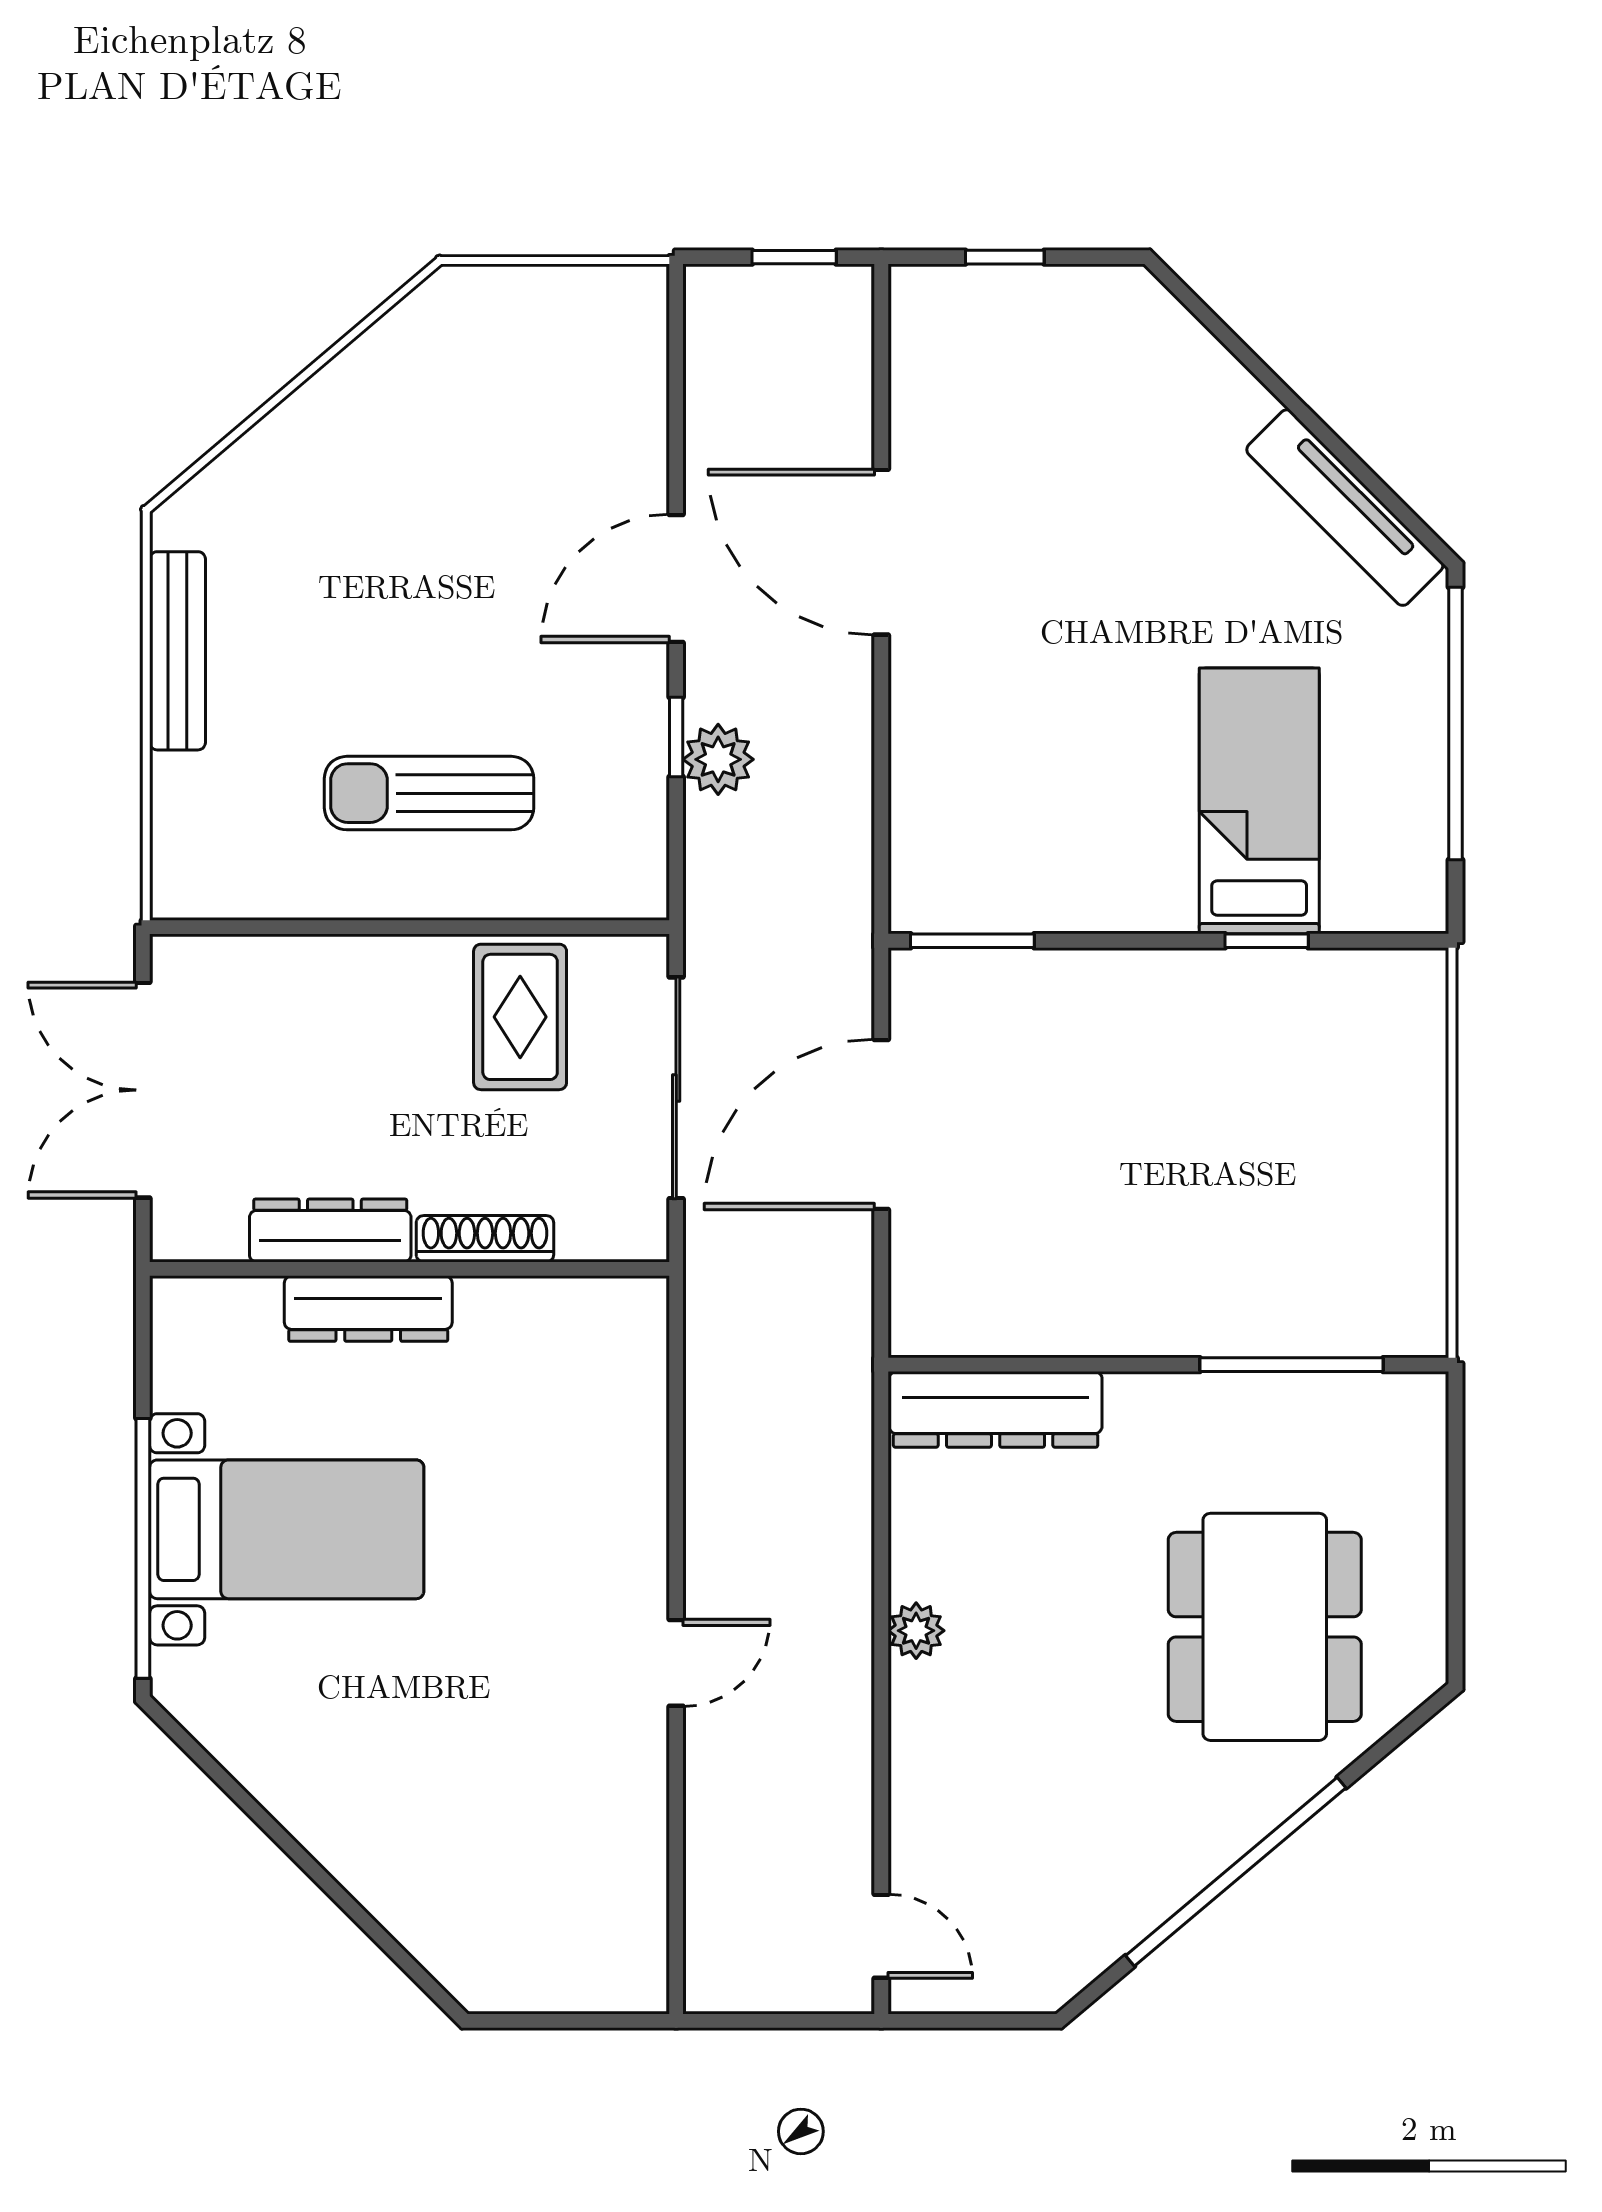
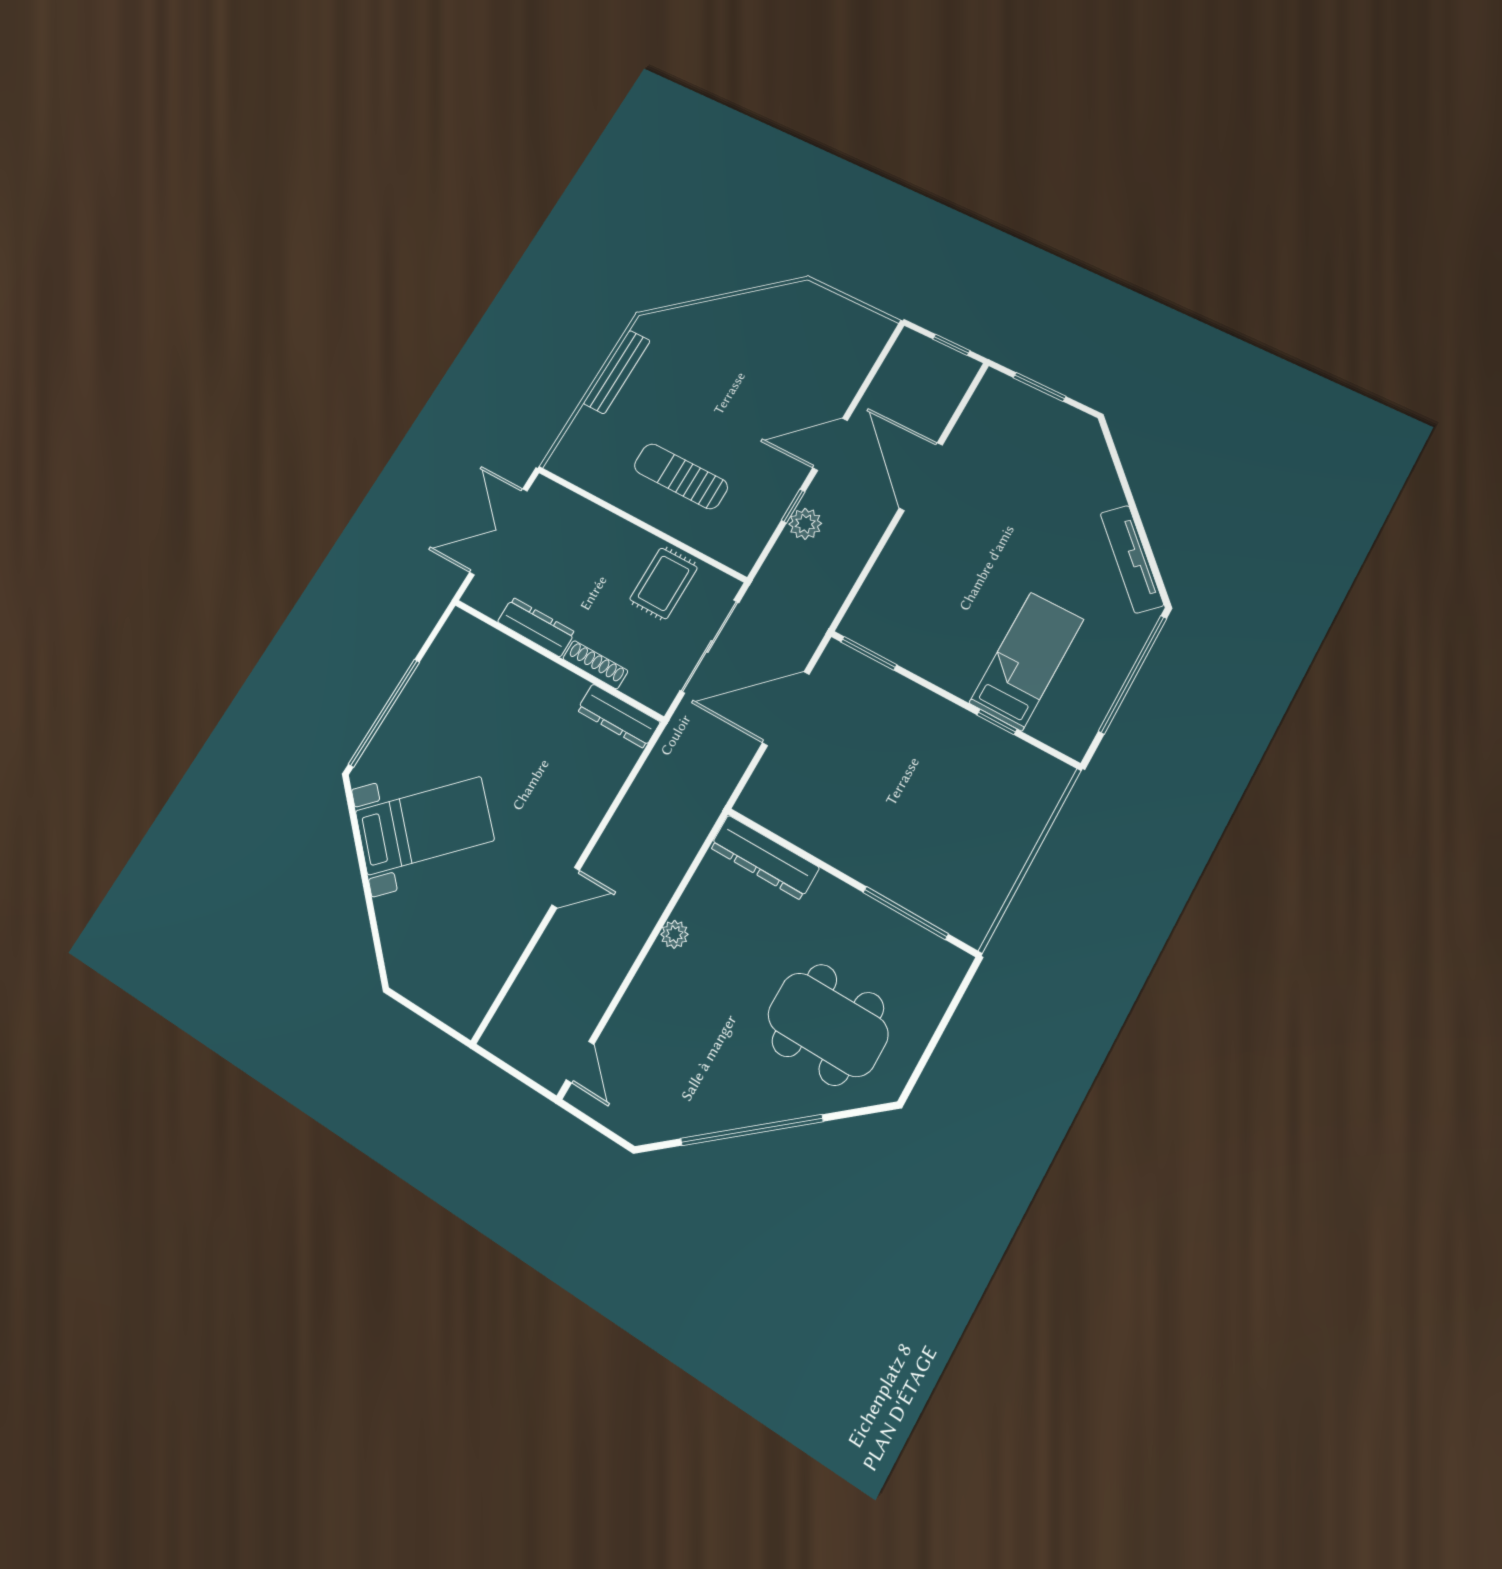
window: (1005, 257) -> (1040, 387), width x1.50
dresser: (368, 1309) -> (618, 716), moved
bed with nightstands: (287, 1529) -> (425, 826), moved, turned -45
dining table: (1265, 1627) -> (828, 1025), turned 90

